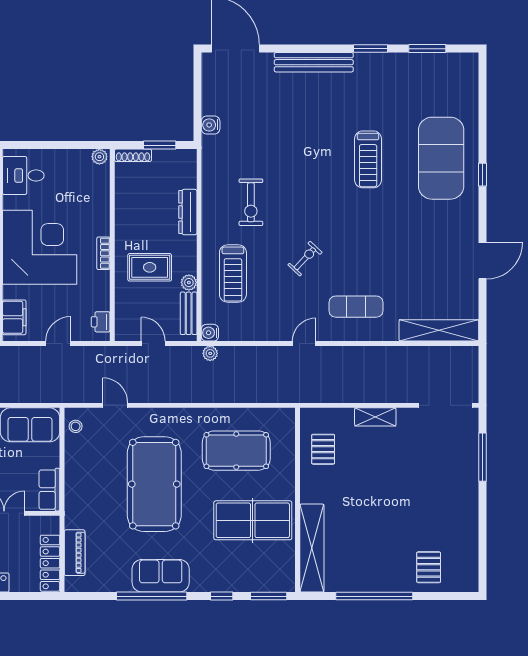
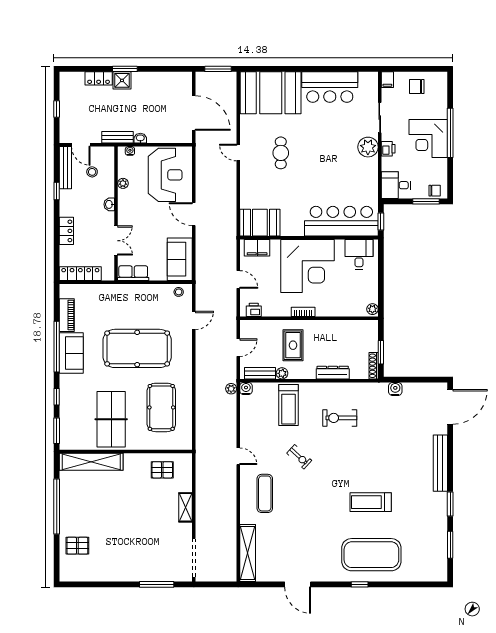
shoe rack: (133, 155) -> (374, 366), moved
treadmill: (233, 273) -> (289, 405), turned -90
piano: (75, 553) -> (67, 315), moved, turned -90

